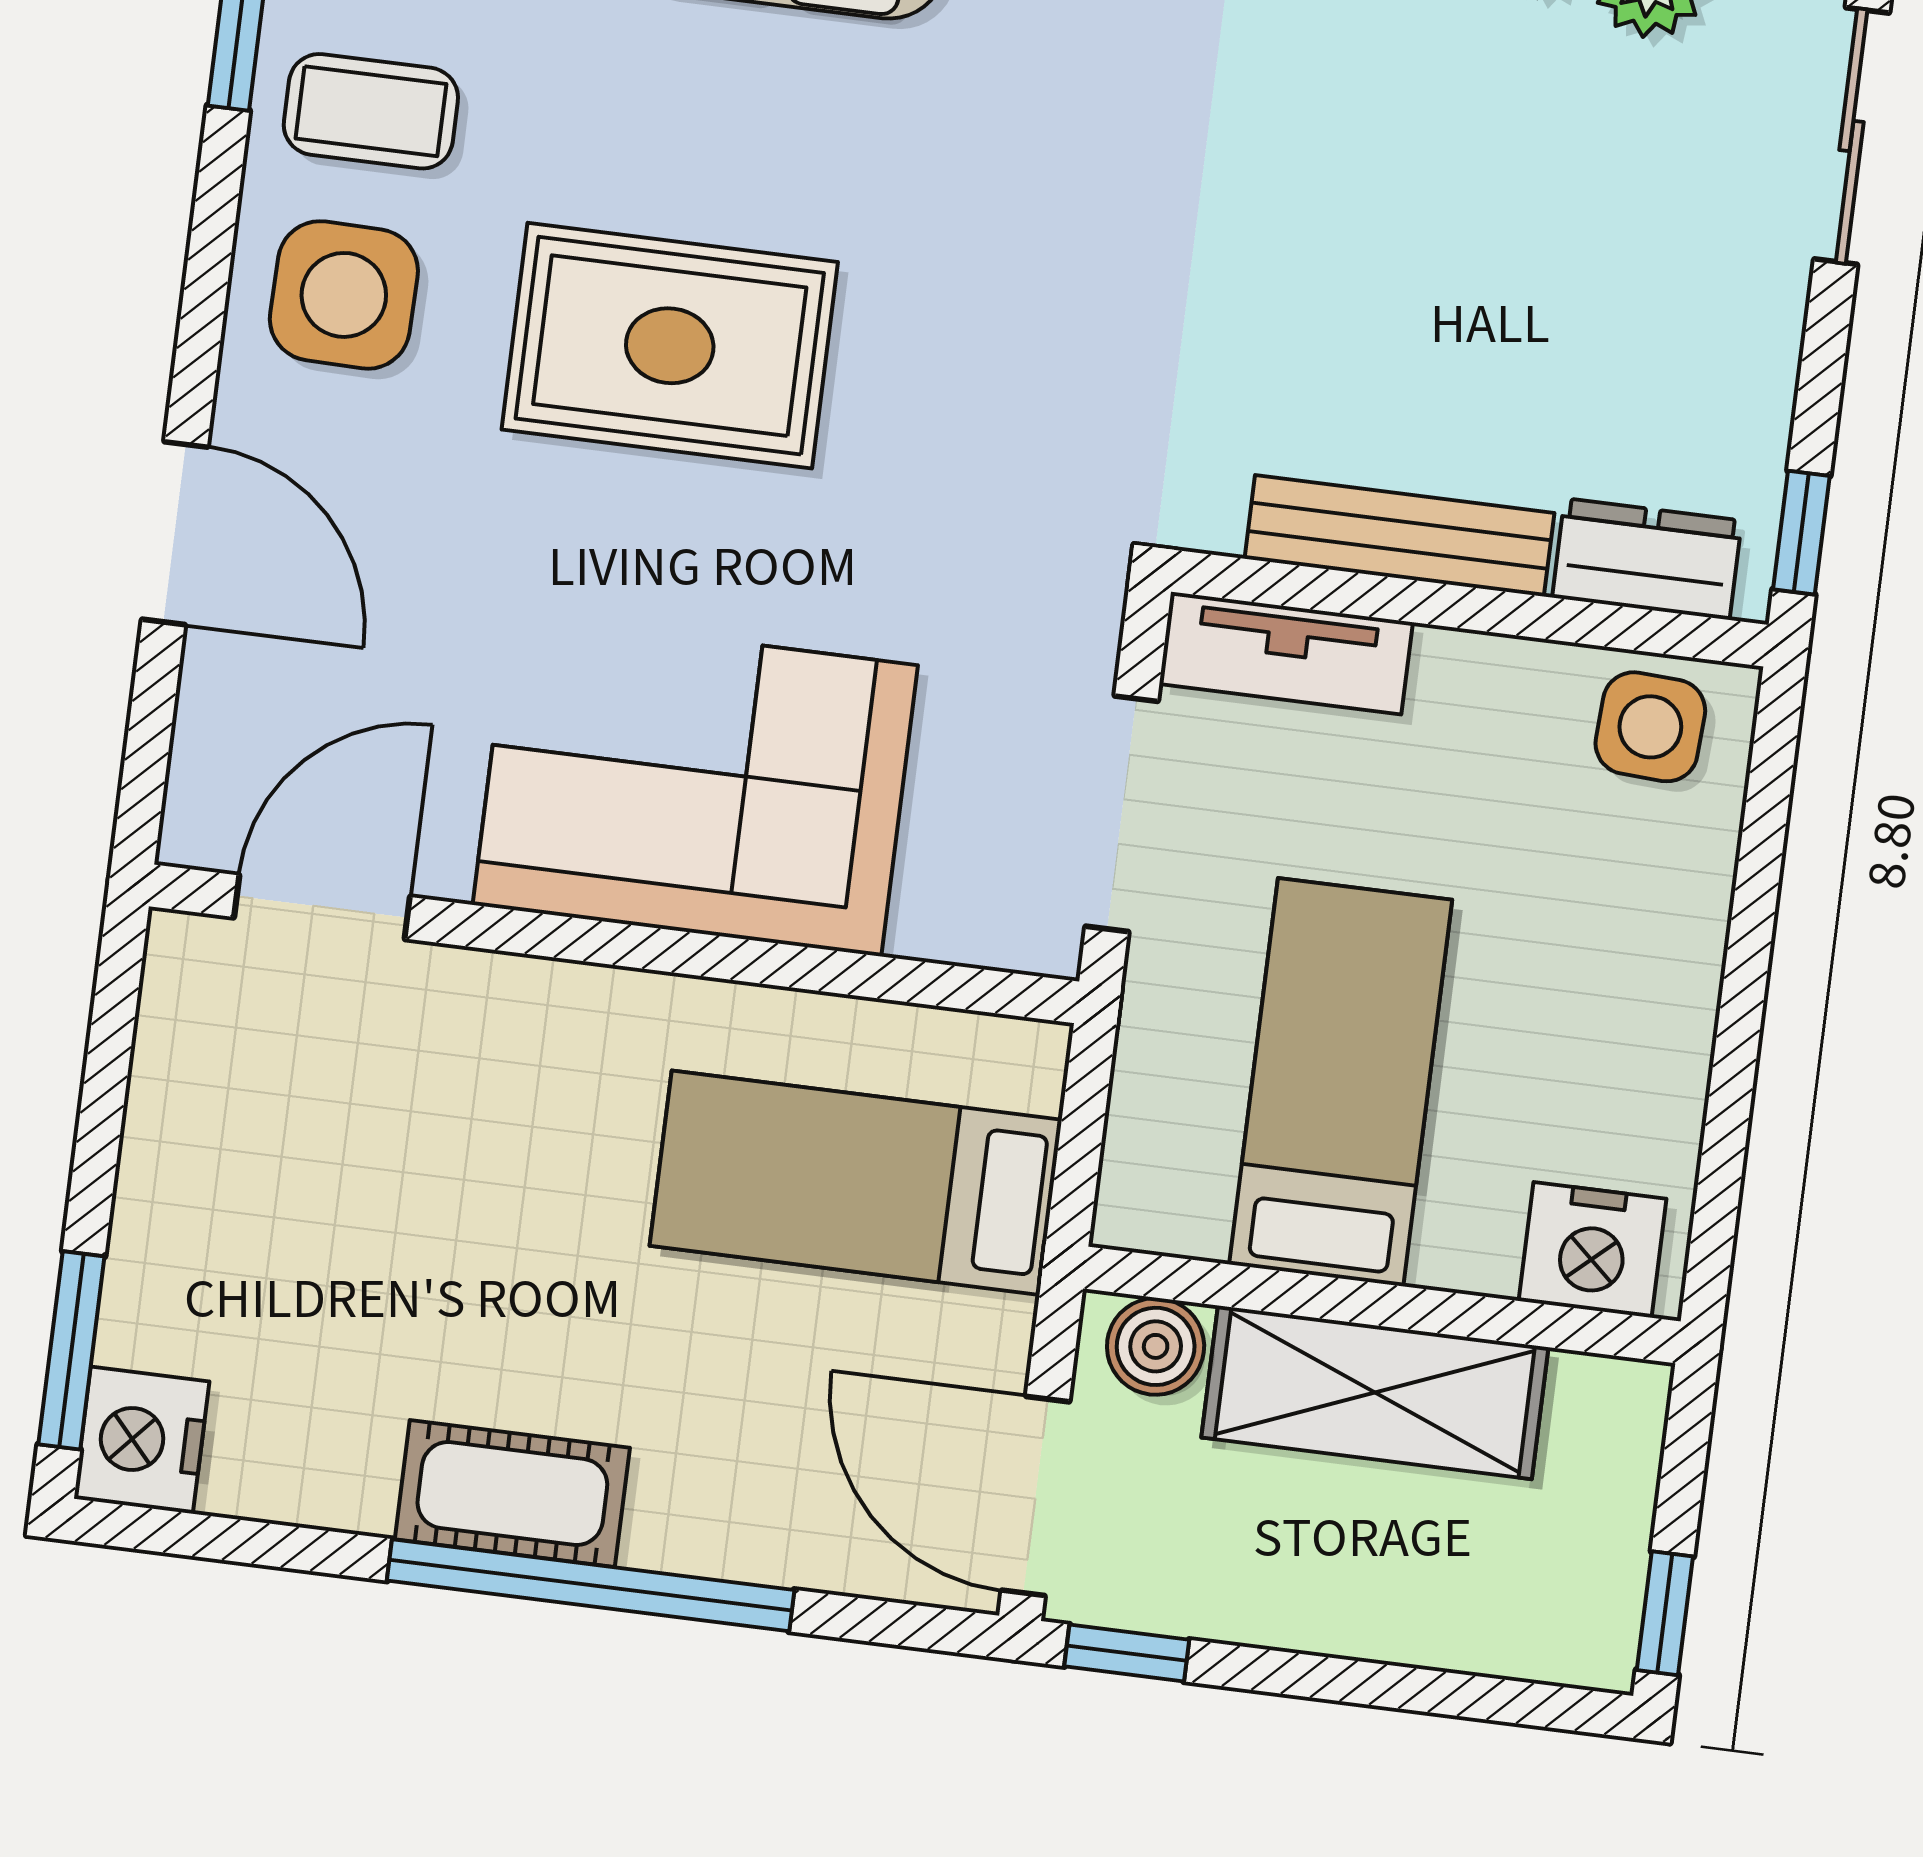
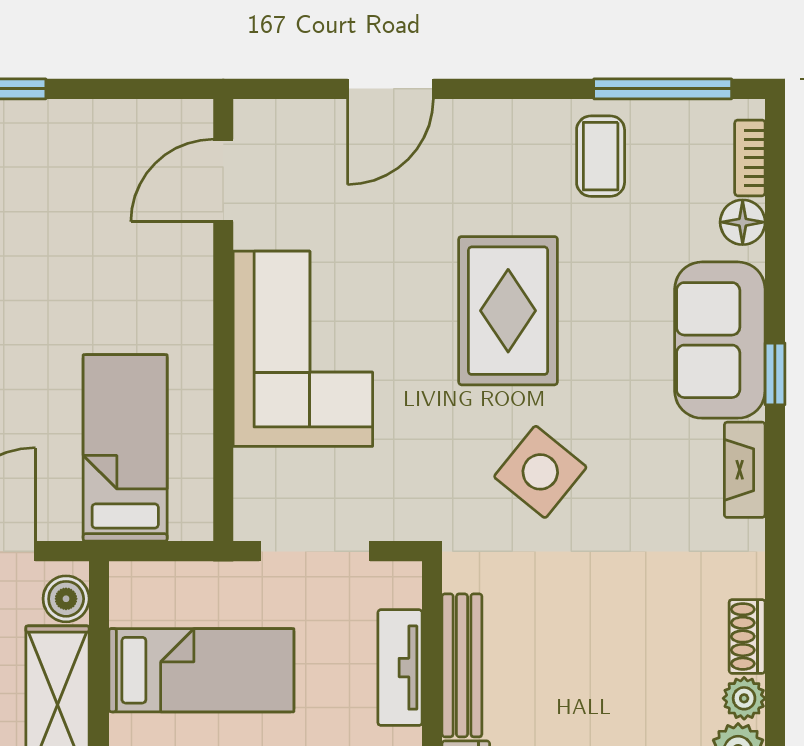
side table: (344, 295) -> (540, 472), moved, turned 38
tv unit: (1286, 653) -> (400, 668), moved
door: (322, 907) -> (223, 180), swing flipped

